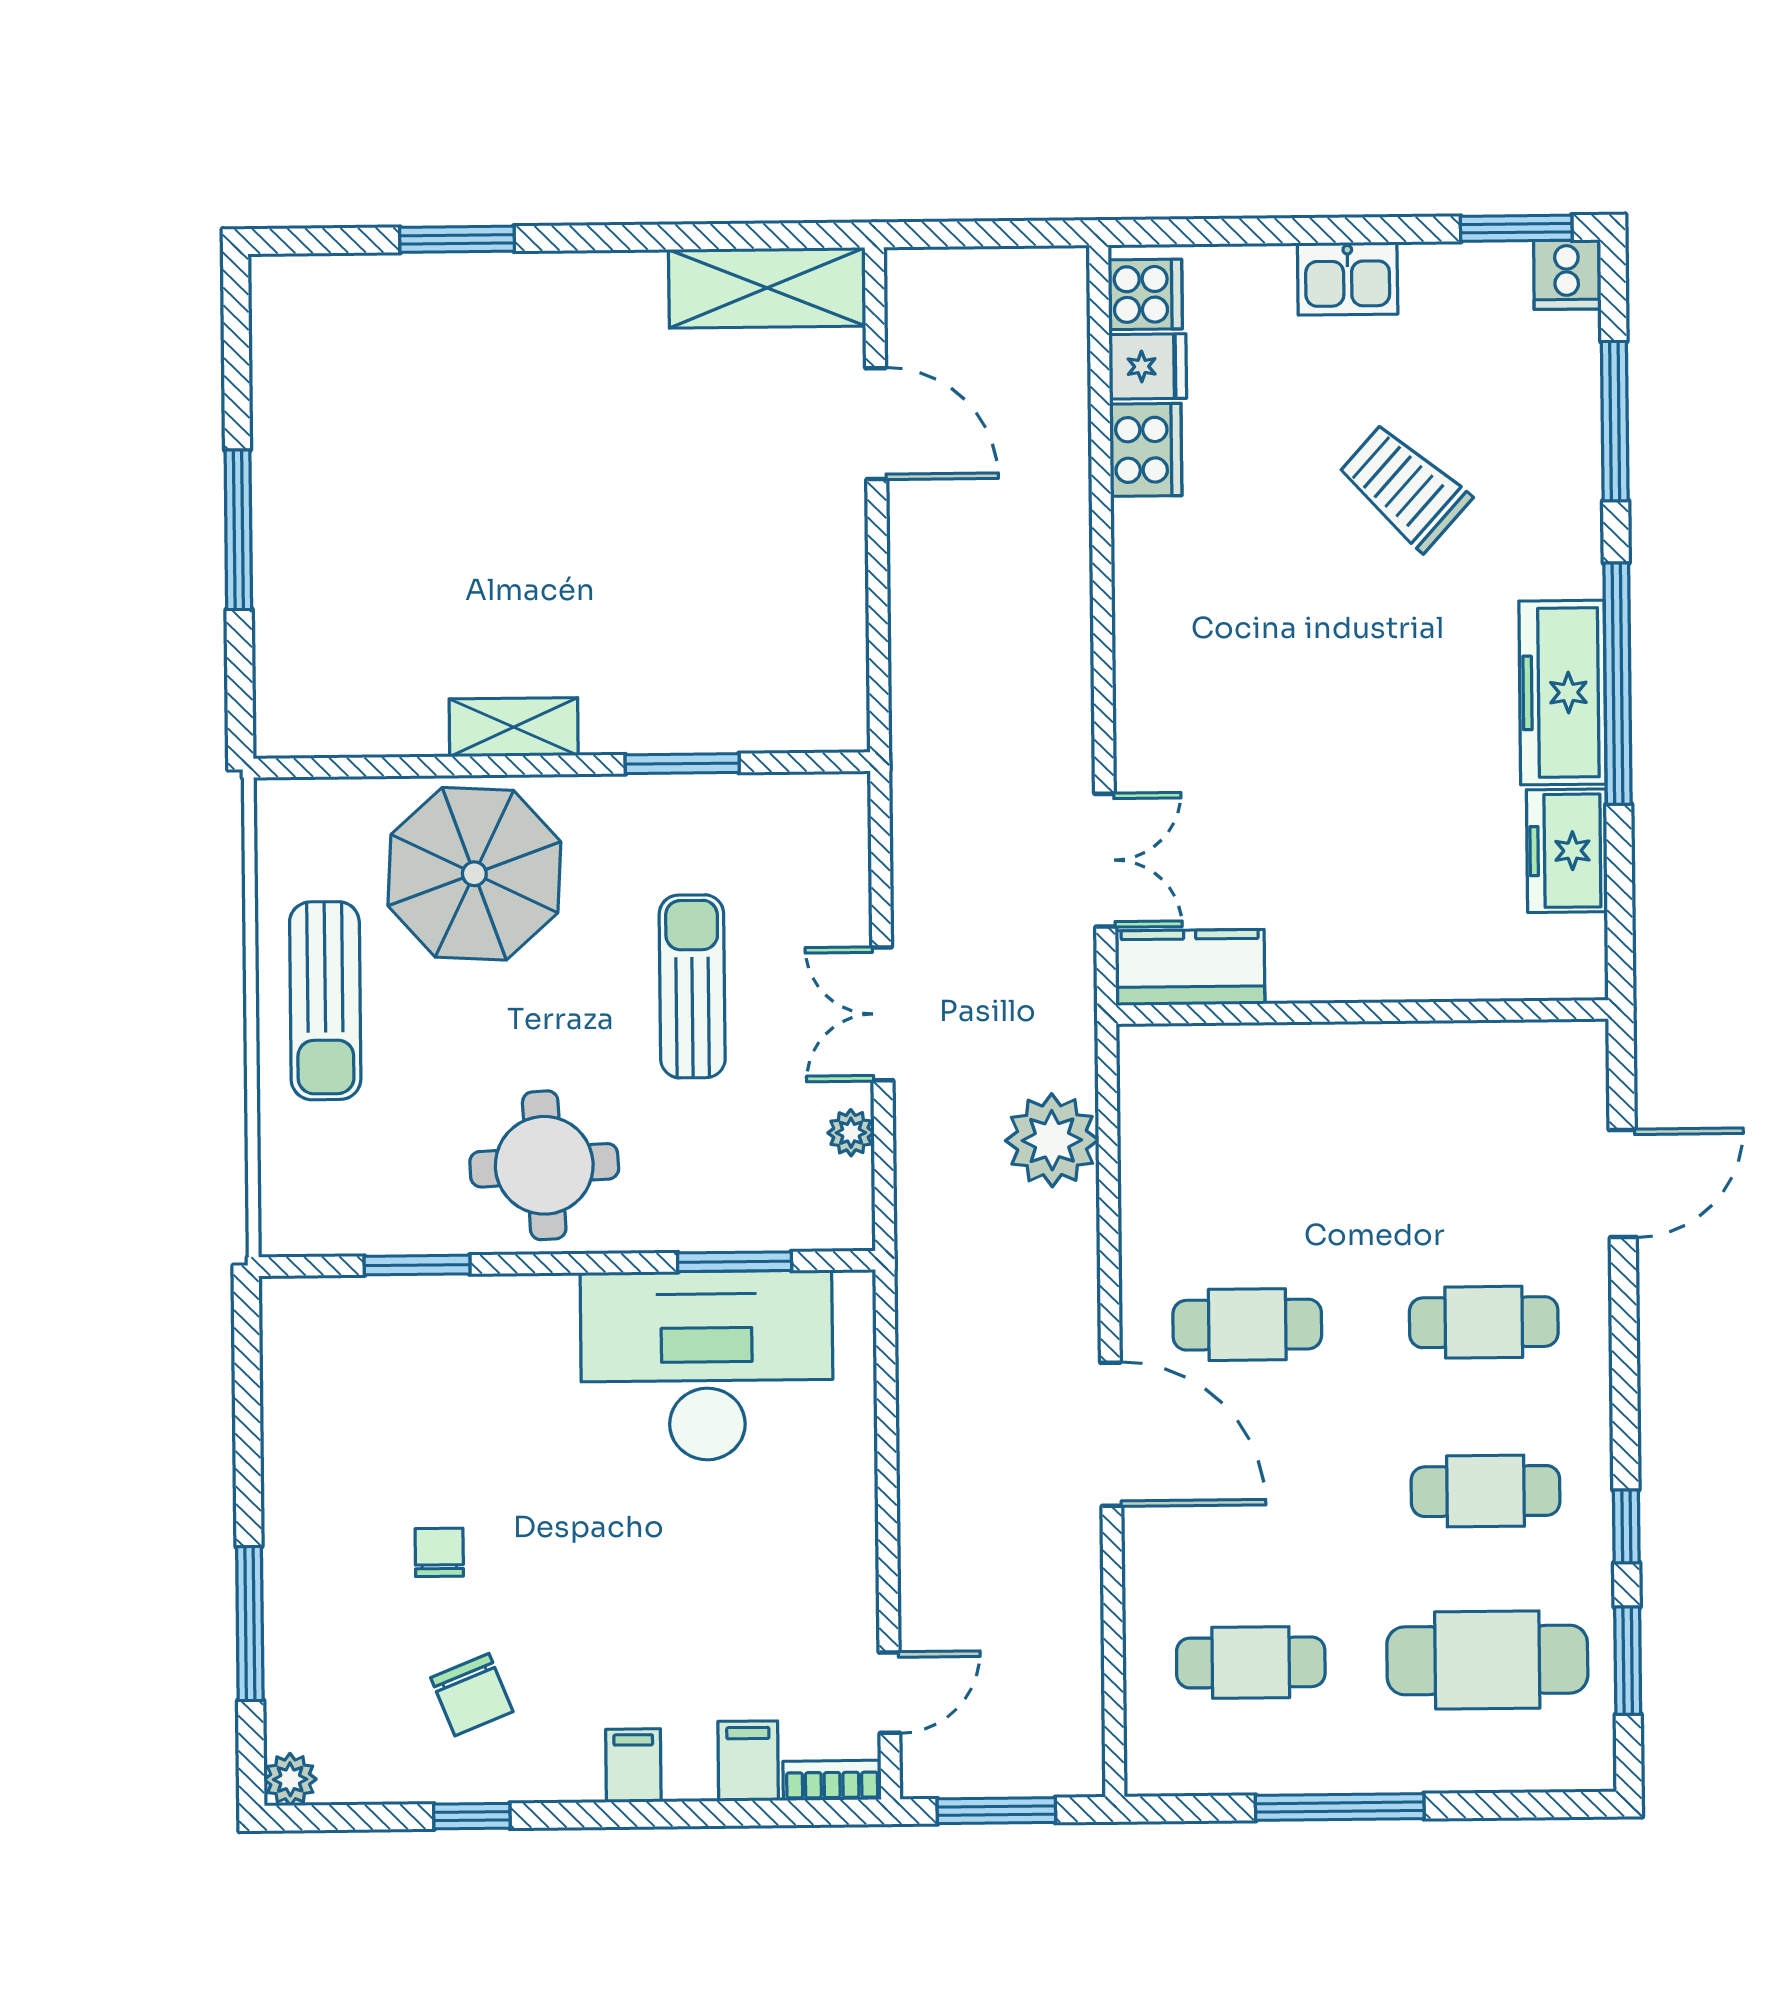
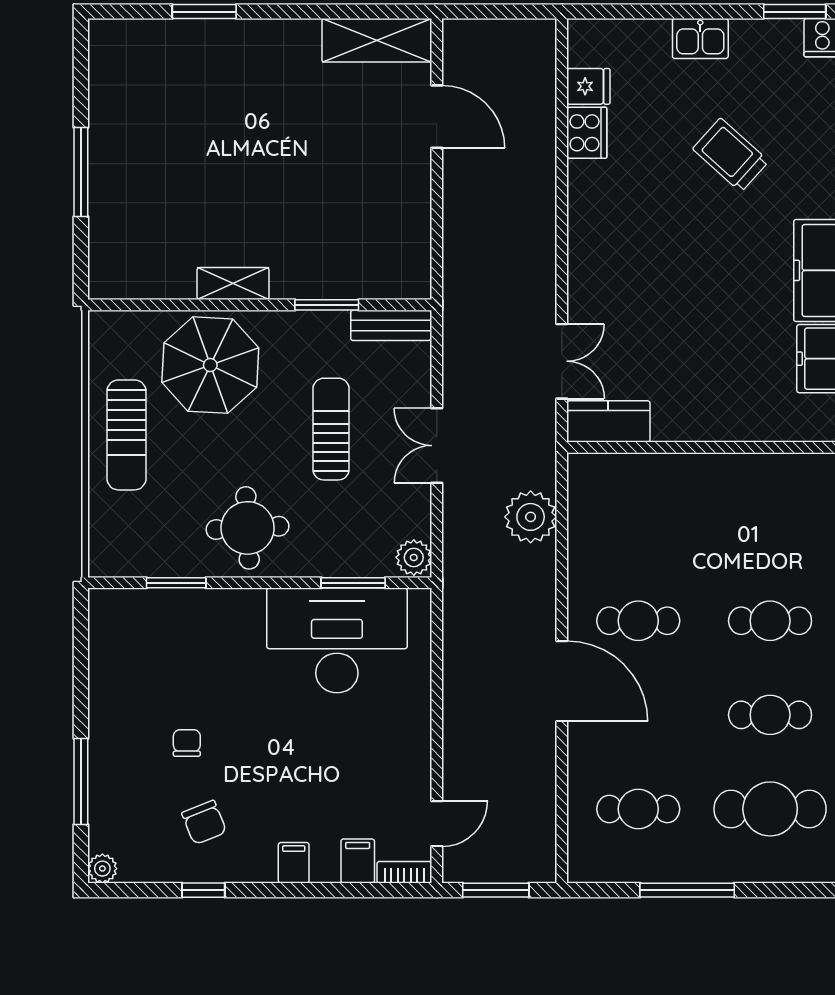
cooker: (1145, 294) -> (587, 46), removed
bench: (797, 799) -> (391, 325), added
plant: (851, 1133) -> (414, 557), moved, width x1.38, depth x1.38

